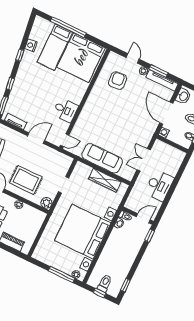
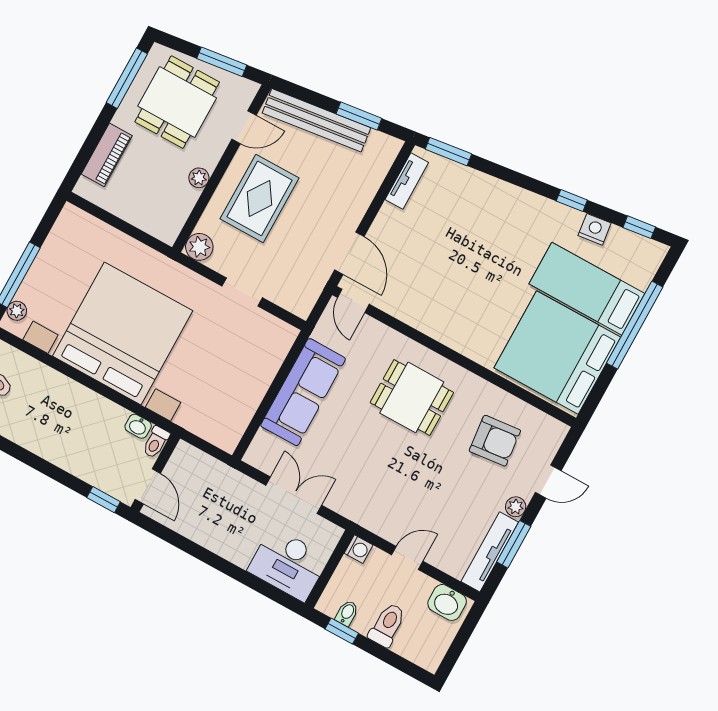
window: (10, 84) -> (639, 227), moved
desk: (65, 110) -> (428, 306), removed
door: (166, 113) -> (407, 558), width x0.53
dining table: (102, 115) -> (412, 397), added
door: (36, 138) -> (349, 253), moved
wardrobe: (105, 180) -> (248, 396), removed
desk: (159, 185) -> (288, 564), moved

